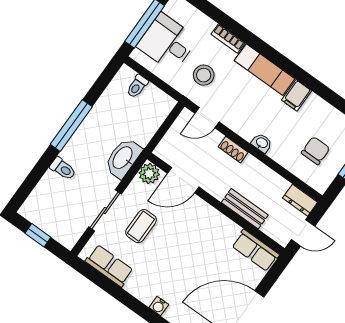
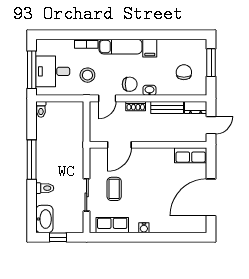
toilet: (137, 86) -> (41, 109), moved
chair: (244, 120) -> (130, 84), added
washbasin: (123, 158) -> (44, 219), moved, turned 180
plant: (149, 174) -> (97, 155), removed
bench: (245, 209) -> (167, 107), moved
water cooler: (159, 306) -> (144, 228), moved

